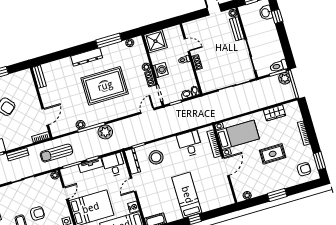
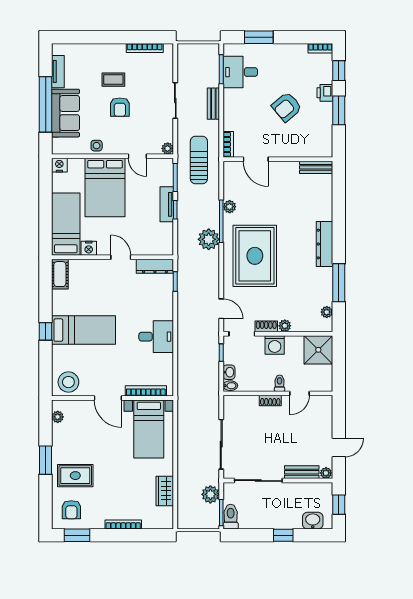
window: (277, 16) -> (283, 535), moved
plant: (285, 78) -> (210, 494), moved
rug: (105, 86) -> (255, 256), moved
desk: (190, 144) -> (156, 337), moved
rug: (273, 154) -> (75, 476), moved, turned 90
stool: (156, 157) -> (68, 382), moved
desk: (114, 165) -> (158, 238), removed

